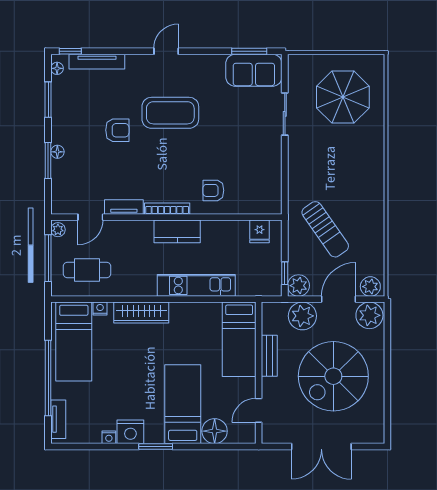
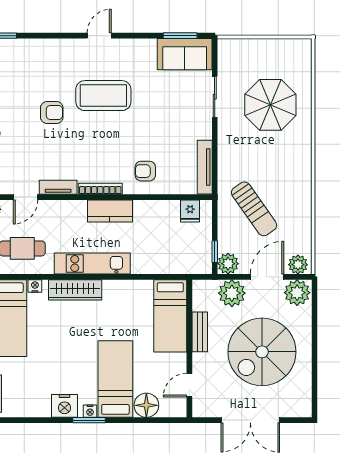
tv unit: (97, 62) -> (205, 167), moved, turned 90
parasol: (343, 97) -> (270, 105), moved
kitchen unit: (196, 285) -> (92, 264), moved
nightstand: (109, 437) -> (90, 411), moved

